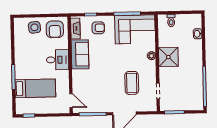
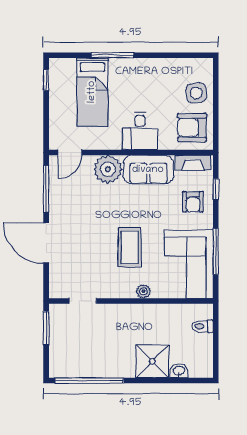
shower: (168, 57) -> (152, 361), moved
plant: (80, 78) -> (108, 169), added
coffee table: (132, 83) -> (130, 247), moved, turned 90

